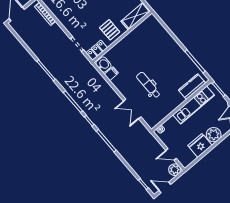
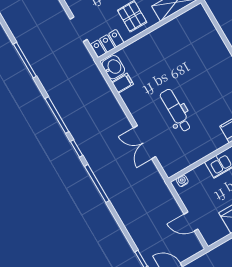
plant: (175, 170) -> (192, 246), removed

